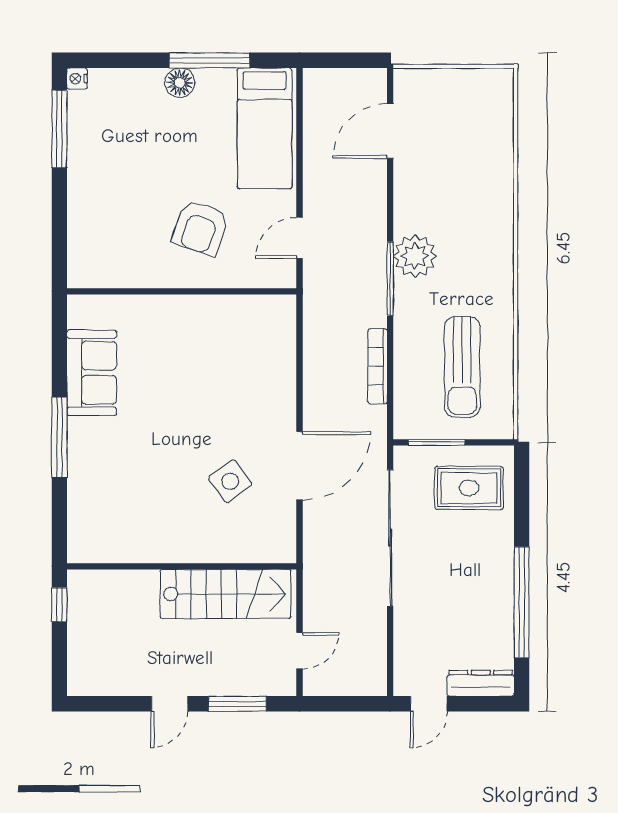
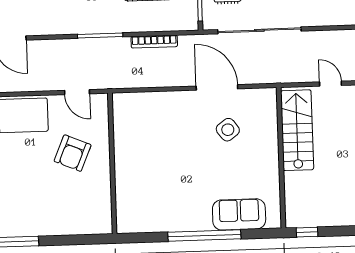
armchair: (200, 227) -> (73, 153), turned 94
plant: (415, 256) -> (86, 21), removed
sofa: (92, 373) -> (239, 214), moved
window: (59, 437) -> (204, 235), width x1.46

